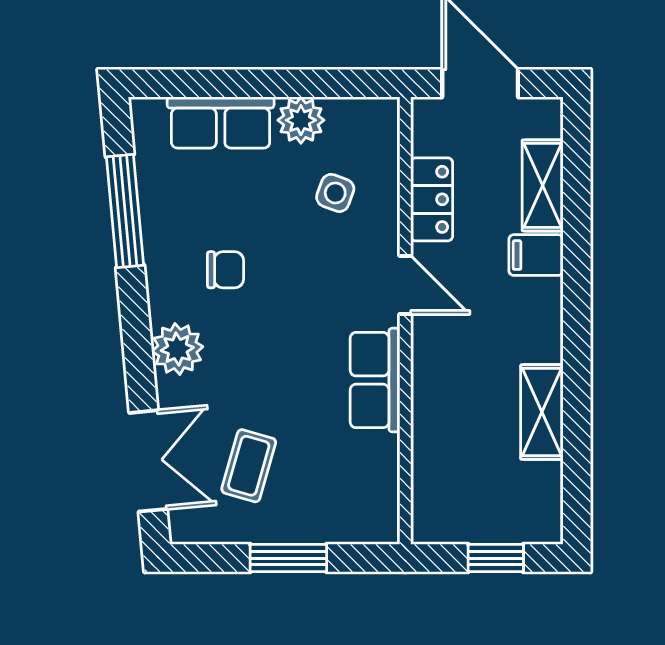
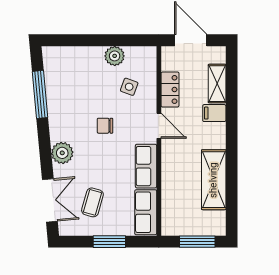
row of seats: (221, 122) -> (146, 212), moved, turned 90
chair: (225, 270) -> (105, 126), moved, turned 180
shelving: (542, 412) -> (214, 180), width x1.50, depth x1.33
window: (496, 558) -> (197, 242), width x1.50

